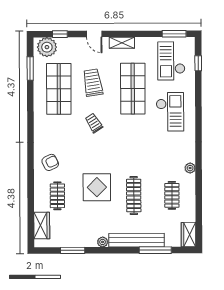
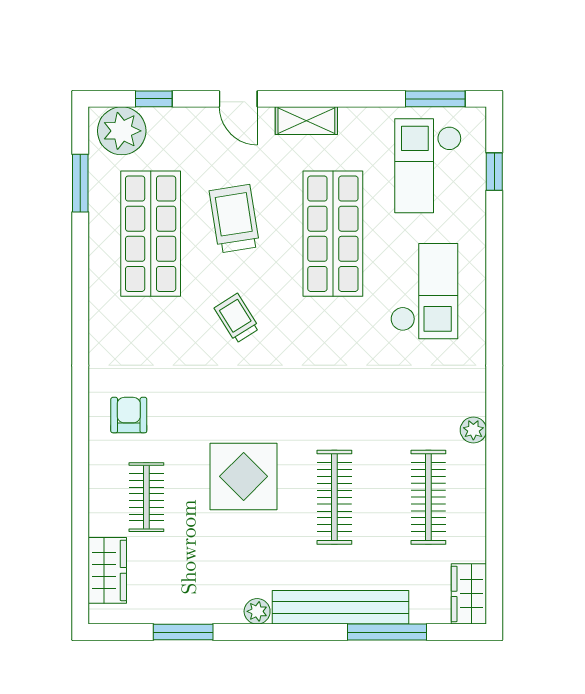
armchair: (50, 162) -> (129, 415), turned -64
clothes rail: (172, 195) -> (428, 497), width x1.36

